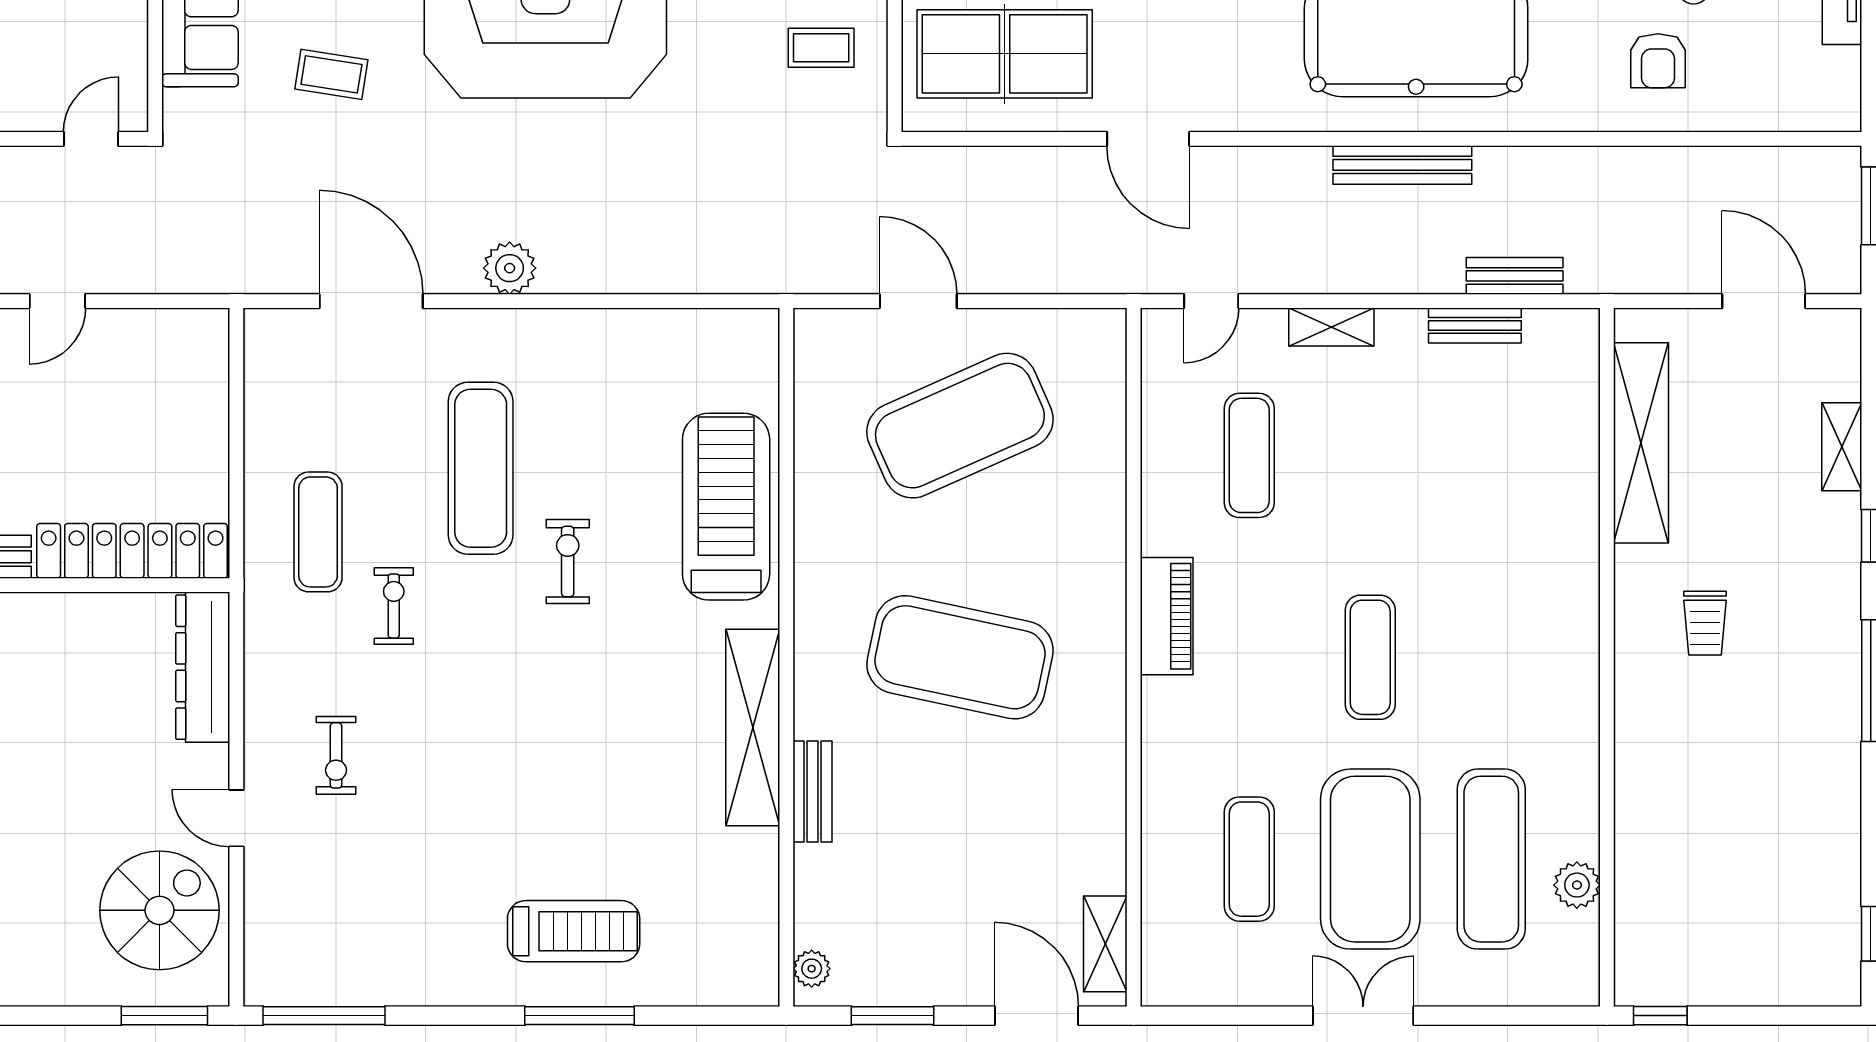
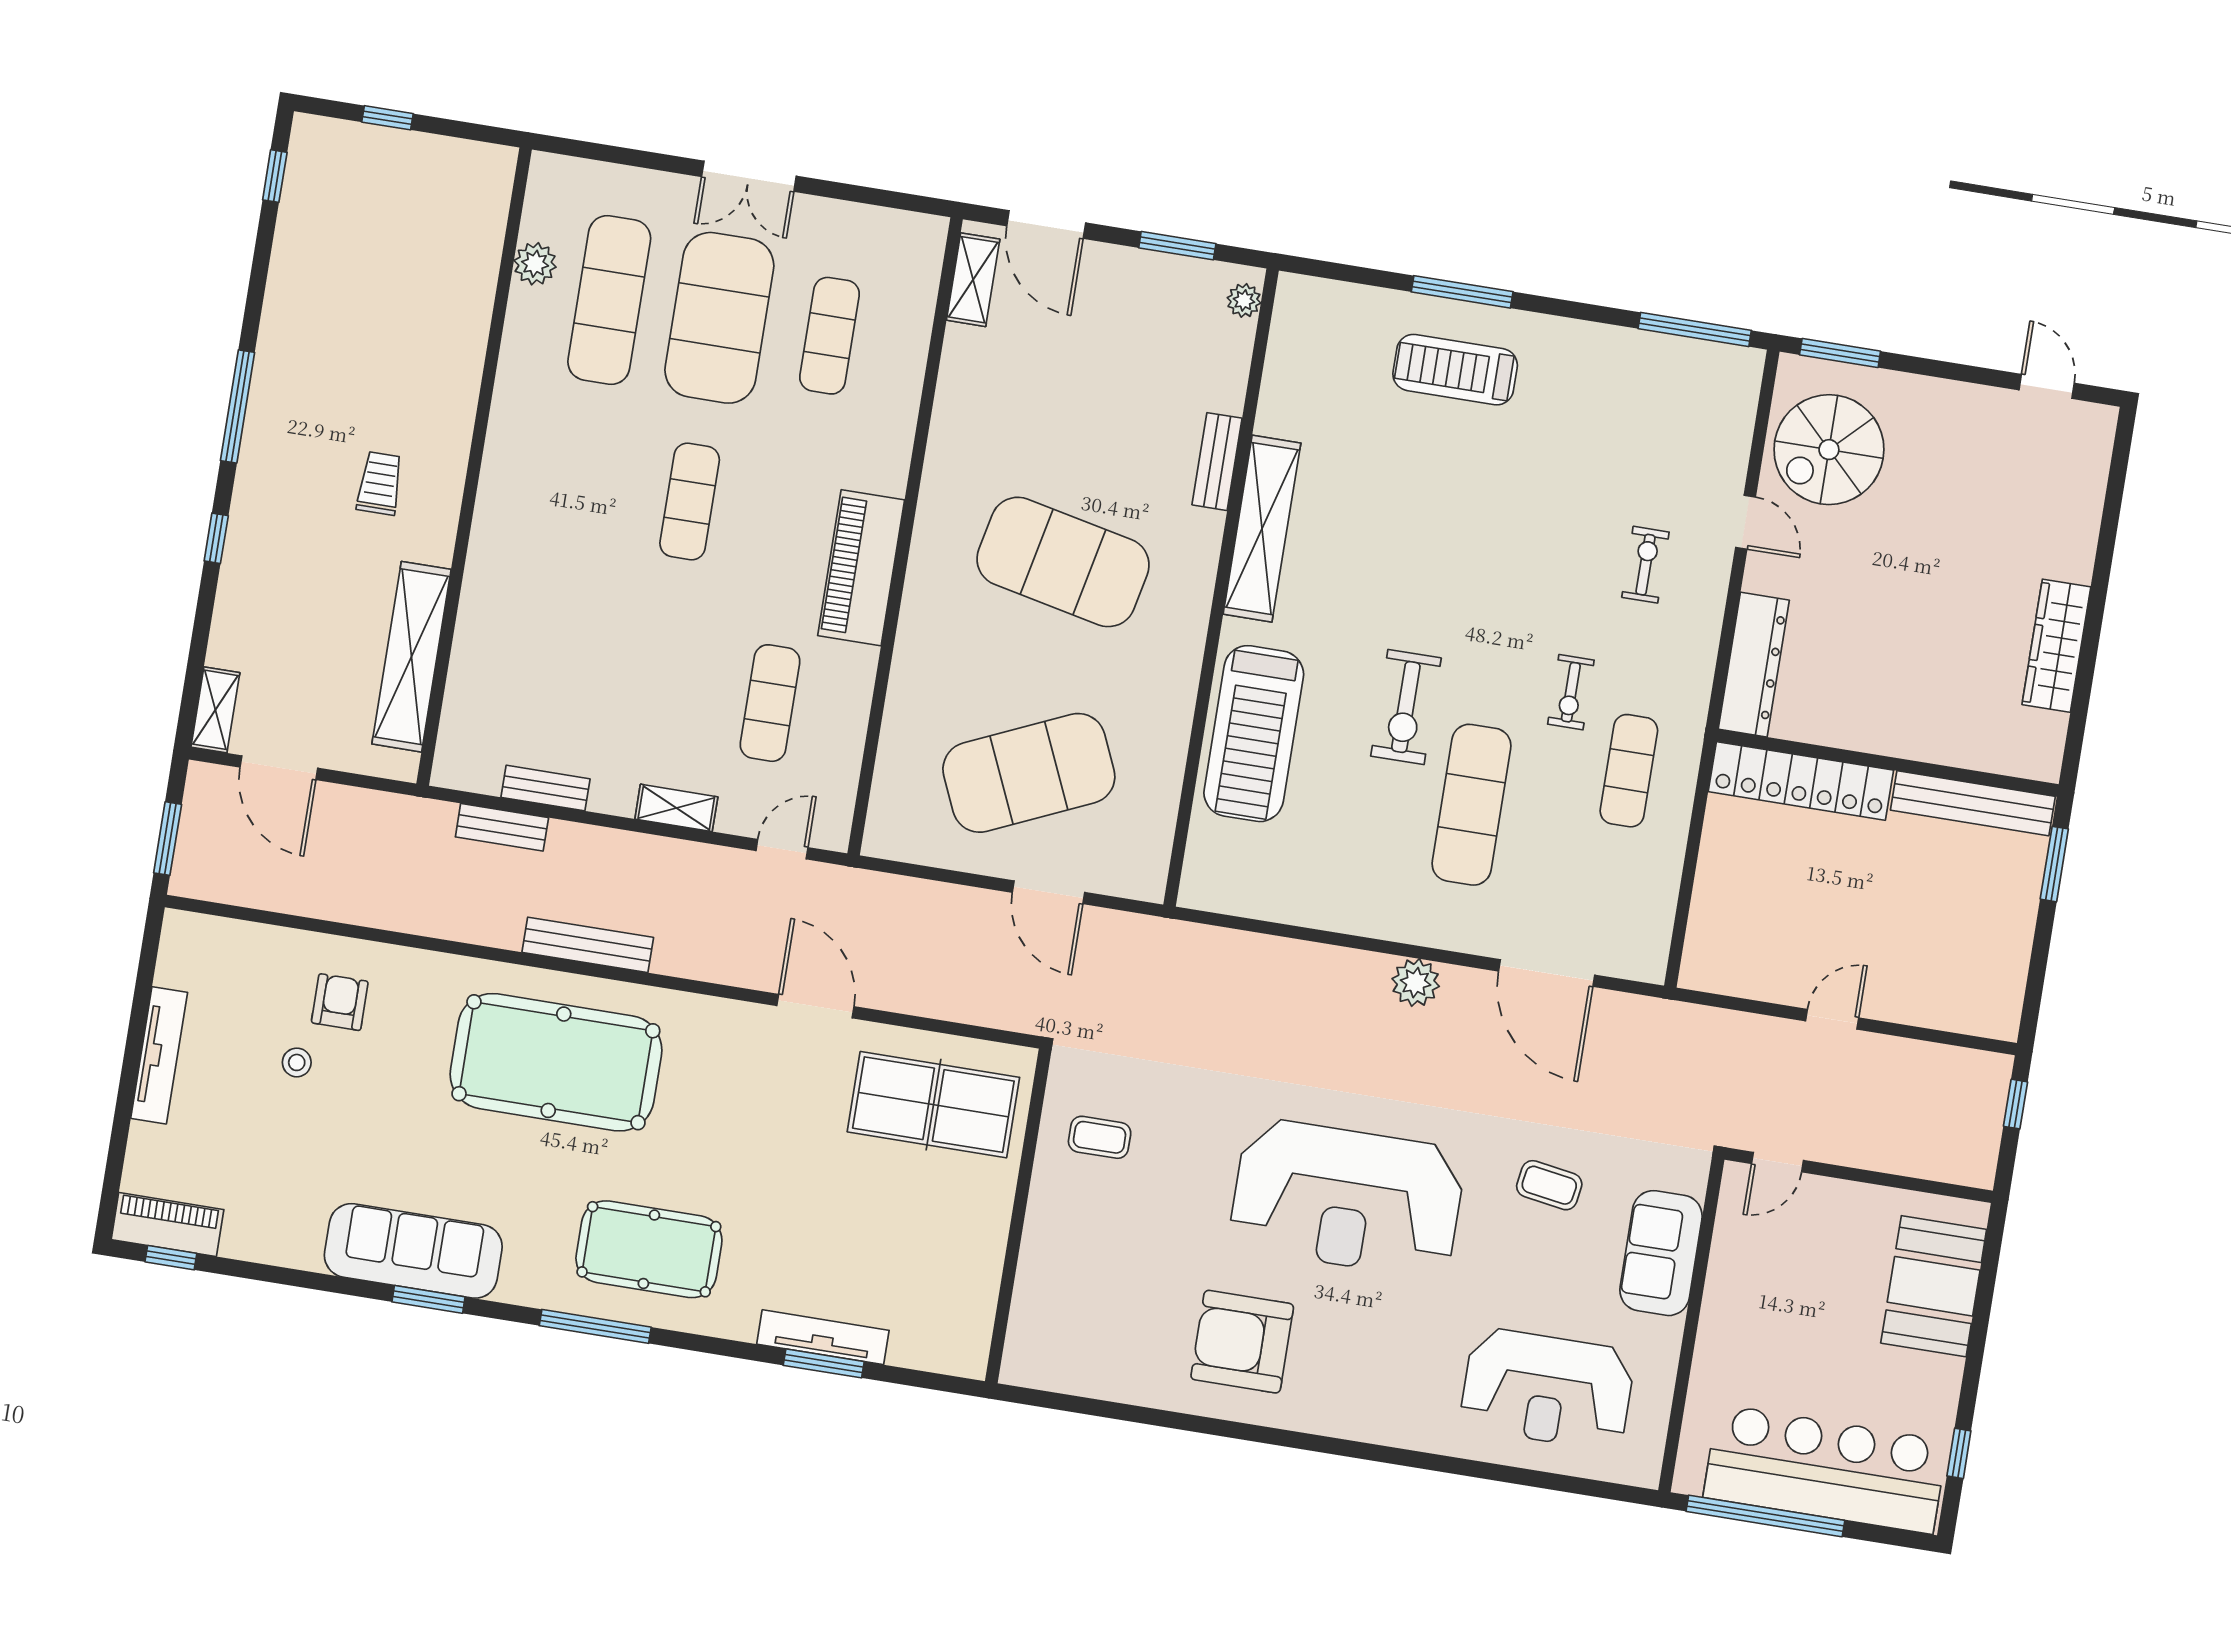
shelving: (1842, 447) -> (215, 710), moved
exercise bike: (568, 561) -> (1406, 707), width x1.38, depth x1.39
piano: (1167, 616) -> (861, 568), width x1.37, depth x1.33
window: (1660, 1016) -> (388, 118), moved

